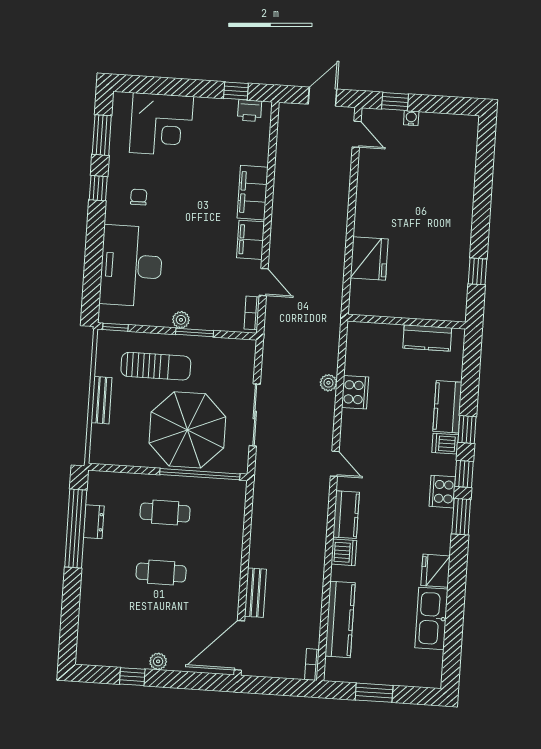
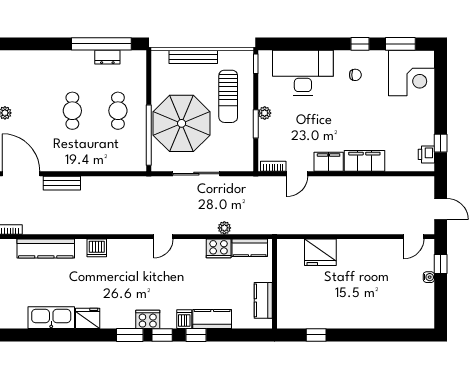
corner desk: (161, 124) -> (411, 73), moved, turned -90
bench: (101, 400) -> (193, 57), width x1.36
kitchen counter: (346, 515) -> (250, 248), moved

